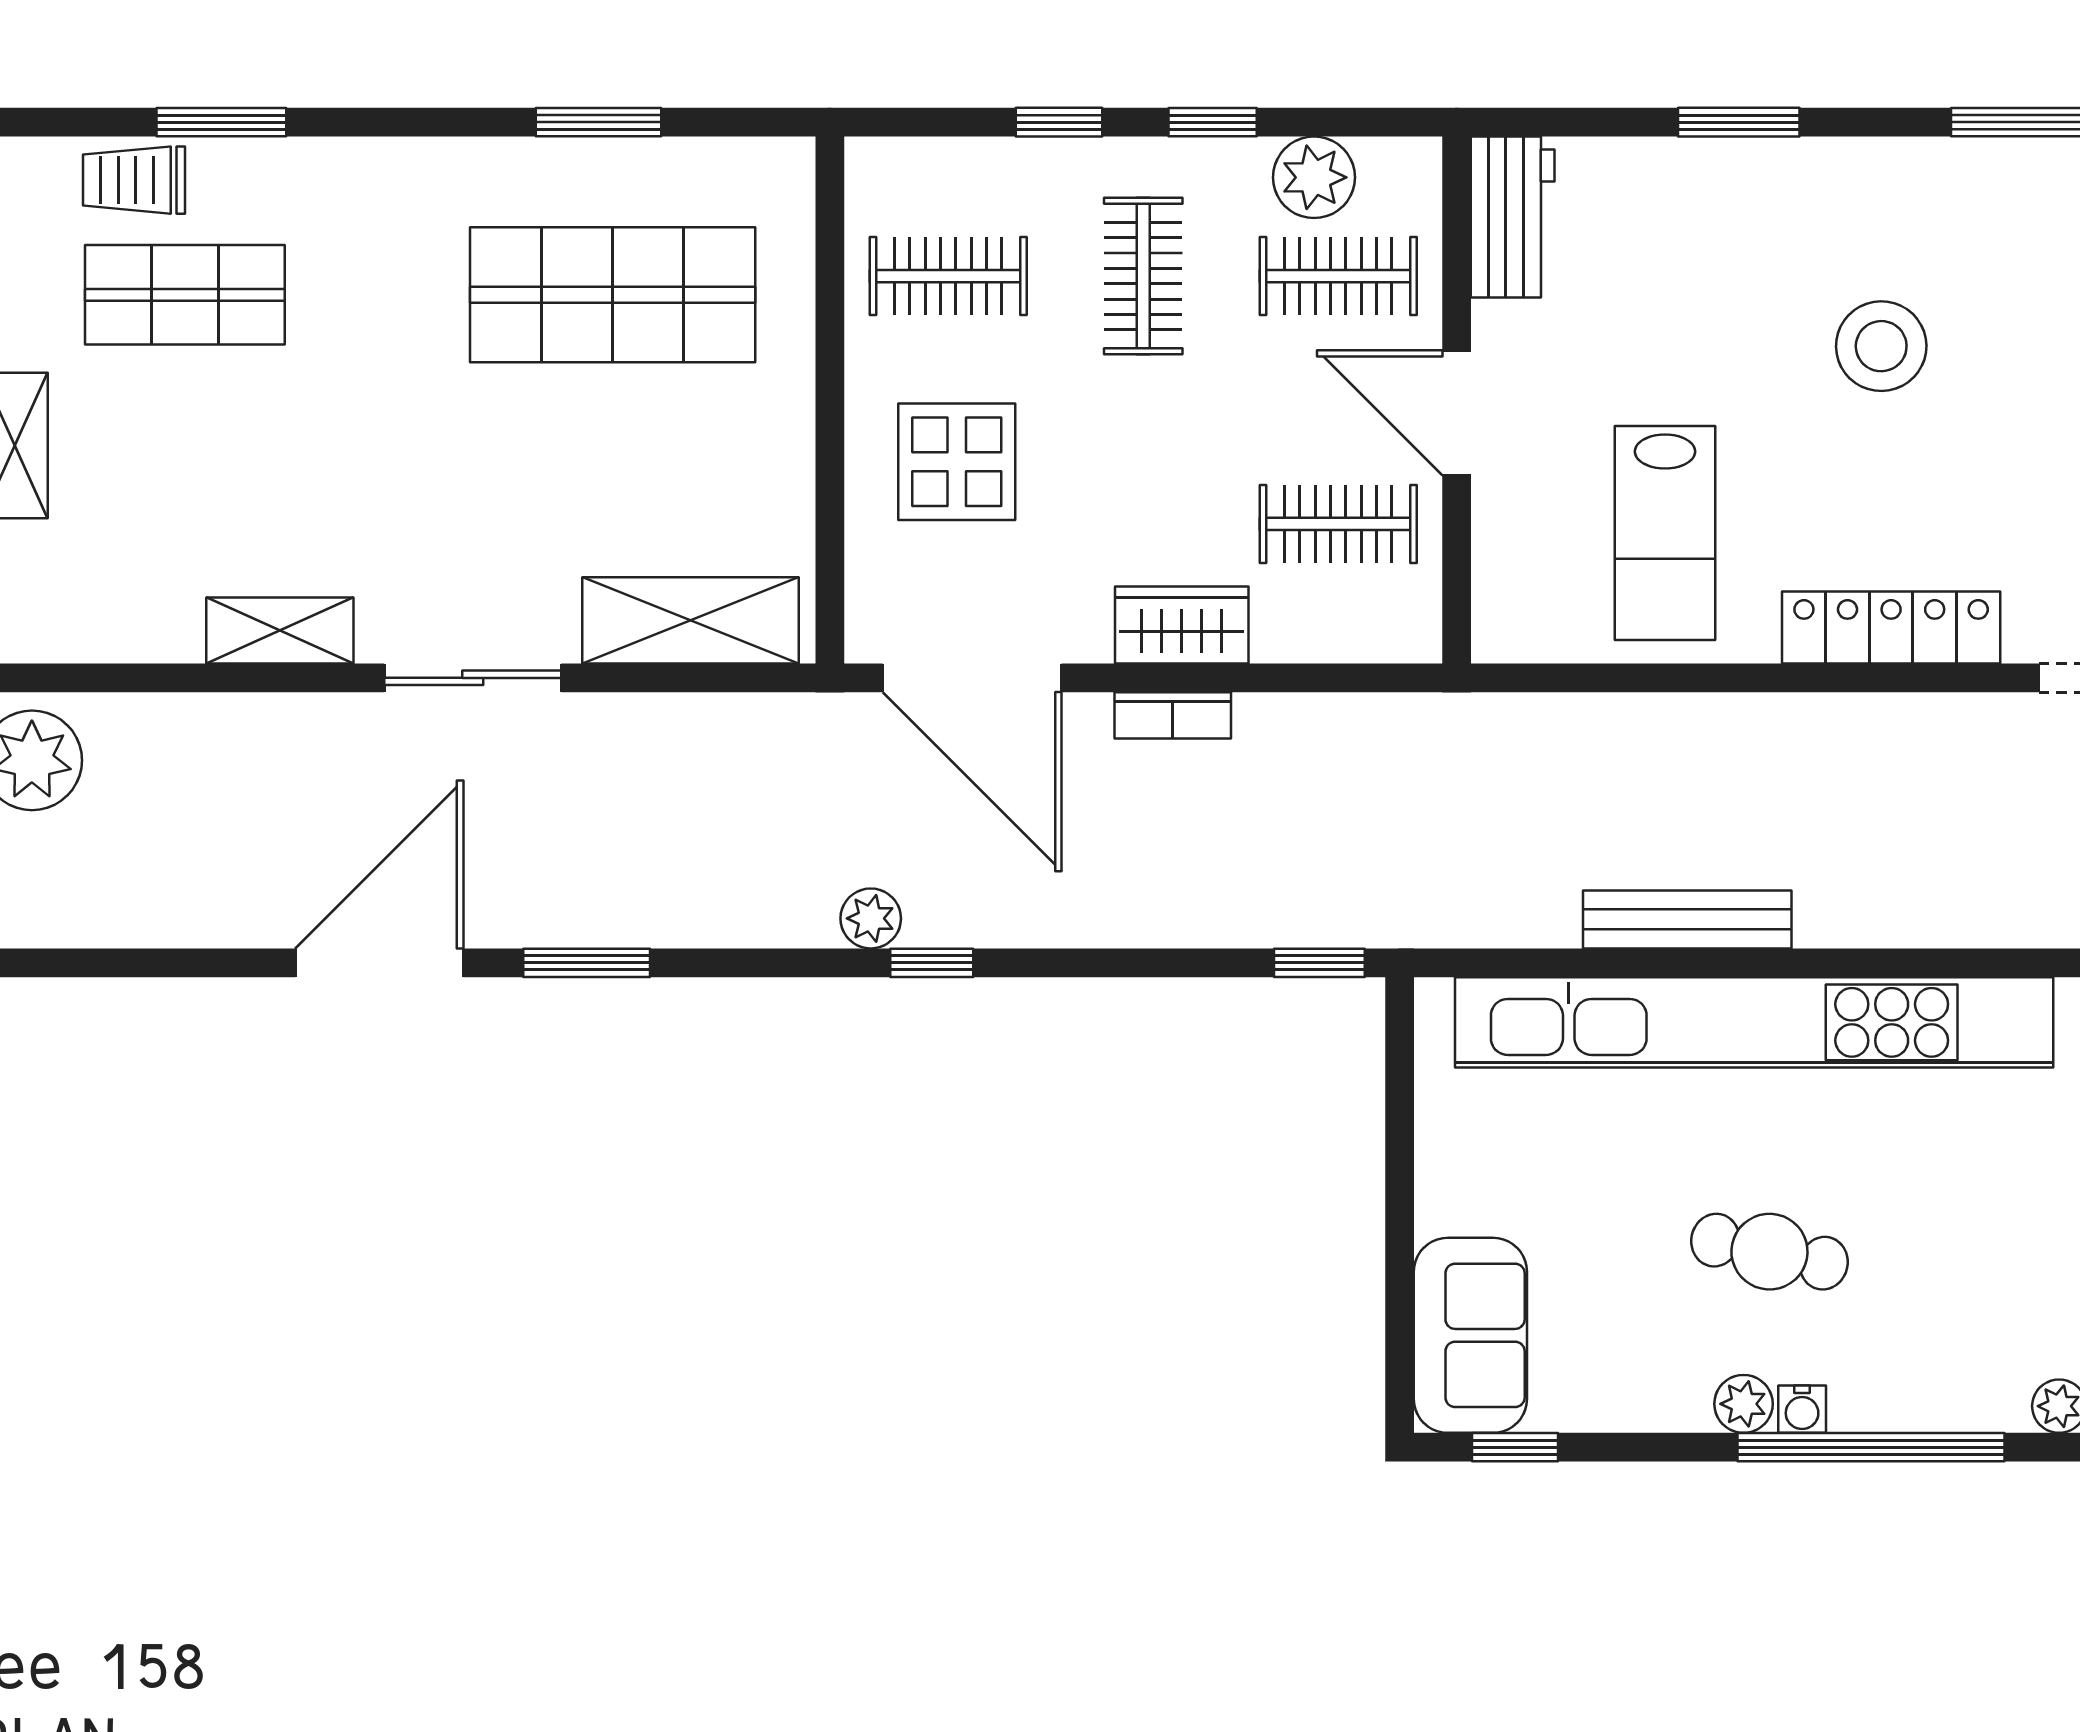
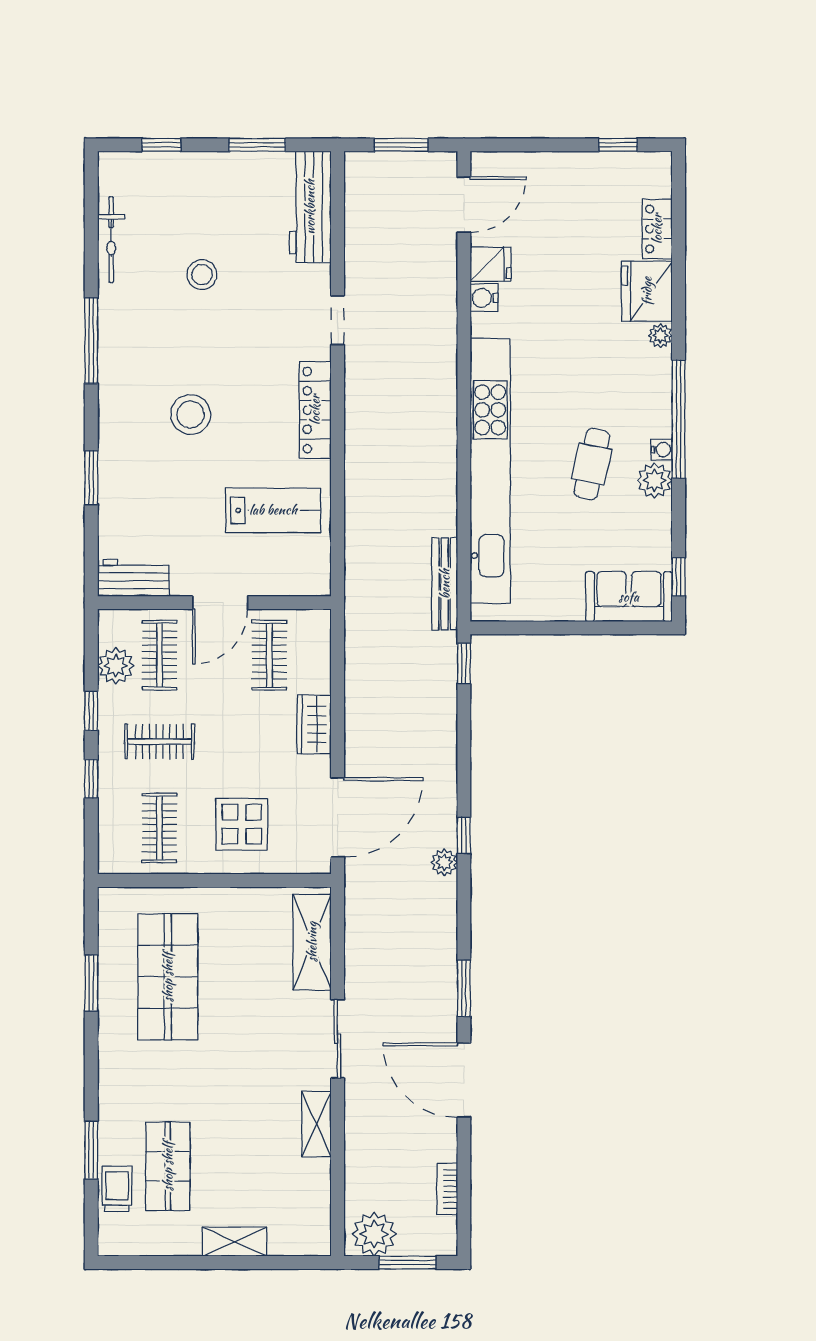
trolley: (134, 180) -> (117, 1189), turned 180
bookcase: (1173, 715) -> (447, 1189), moved, turned 180
bench: (1687, 919) -> (445, 584), moved
plant: (1744, 1404) -> (654, 480), width x1.38, depth x1.38

